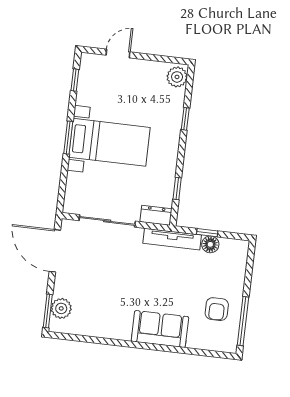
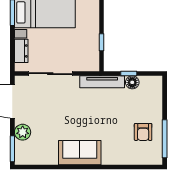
dresser: (156, 215) -> (21, 51), moved, turned 90
plant: (61, 308) -> (23, 132), moved
sofa: (160, 329) -> (80, 153), moved

